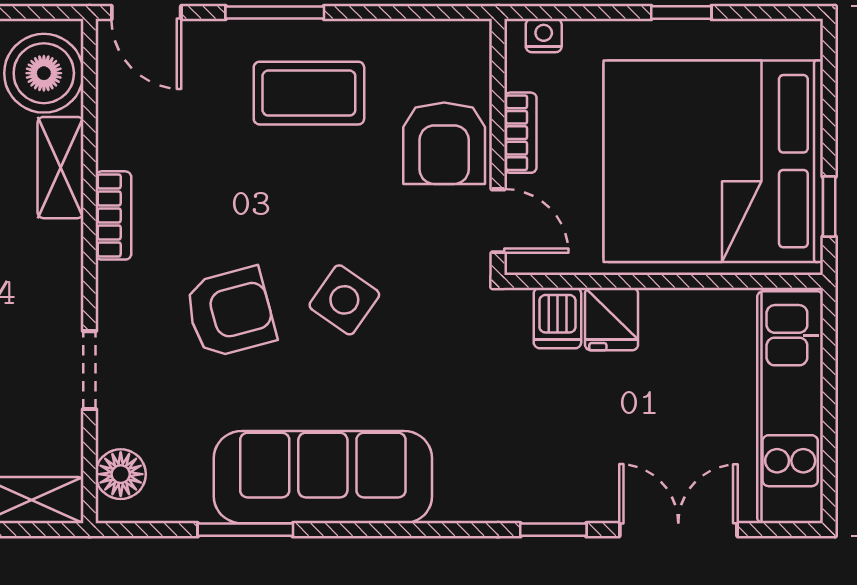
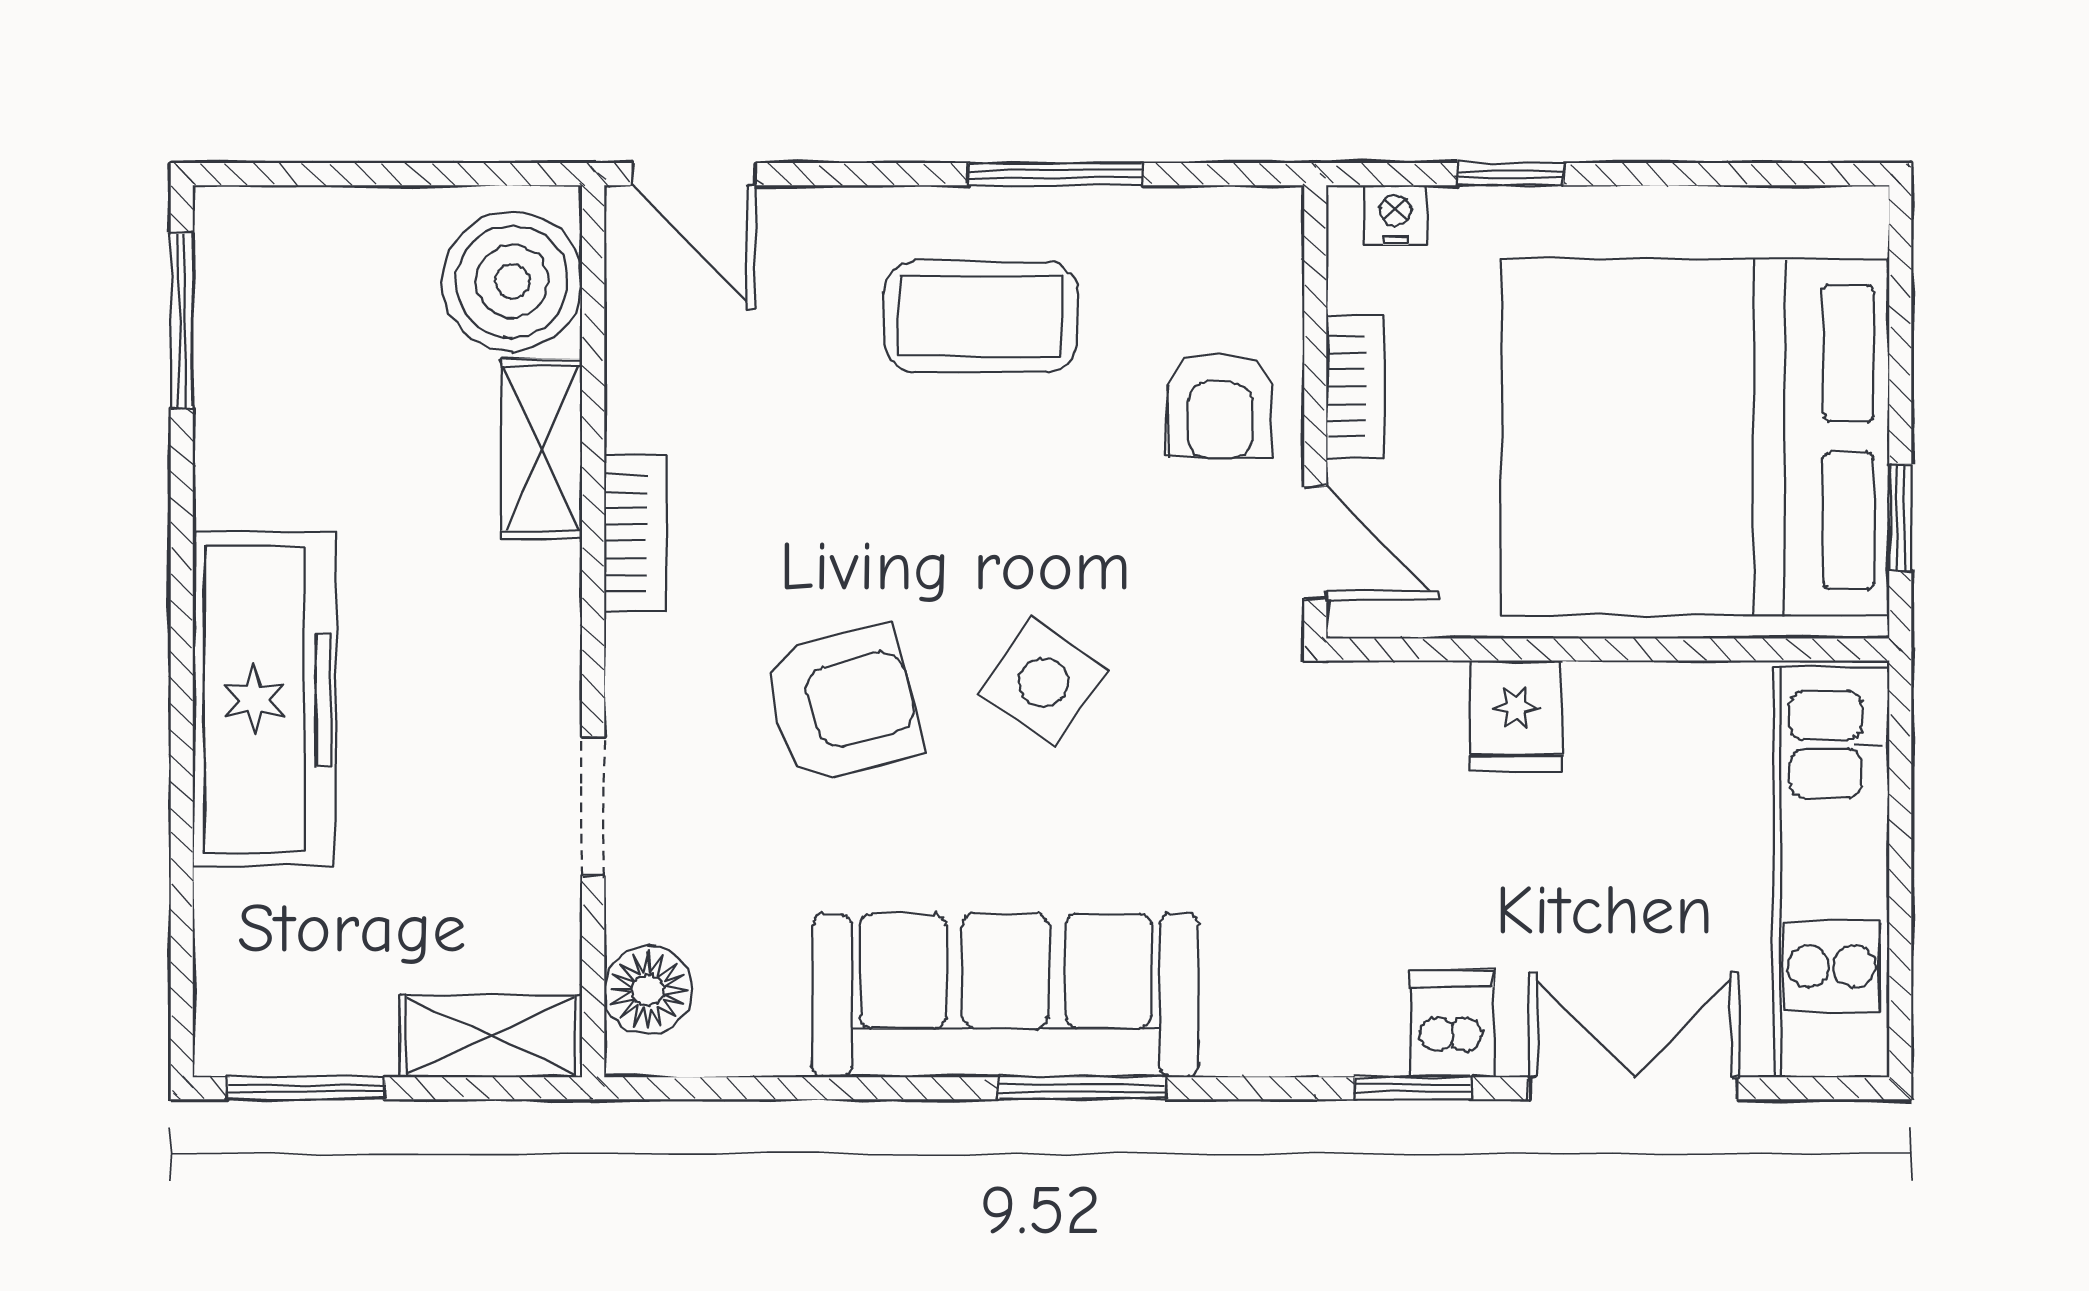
window: (275, 12) -> (1055, 174), moved
window: (681, 12) -> (1510, 174), moved
armchair: (444, 143) -> (1220, 405), width x0.72, depth x0.72
dishwasher: (557, 318) -> (1452, 1024), moved, turned 180
window: (245, 530) -> (1082, 1088), moved

